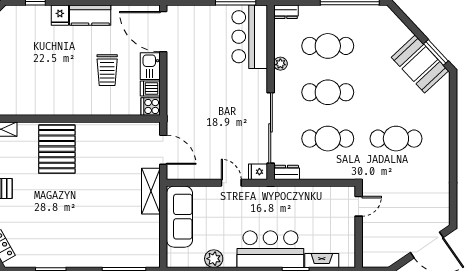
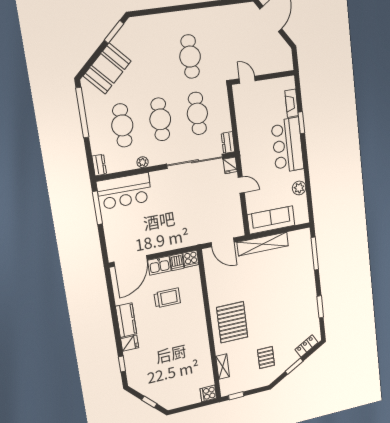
booth: (420, 64) -> (107, 68), moved
pallet: (57, 149) -> (232, 322), turned 90
door: (163, 150) -> (223, 242), swing flipped
door: (231, 183) -> (241, 185), swing flipped
shelving: (151, 191) -> (263, 244), width x1.47

